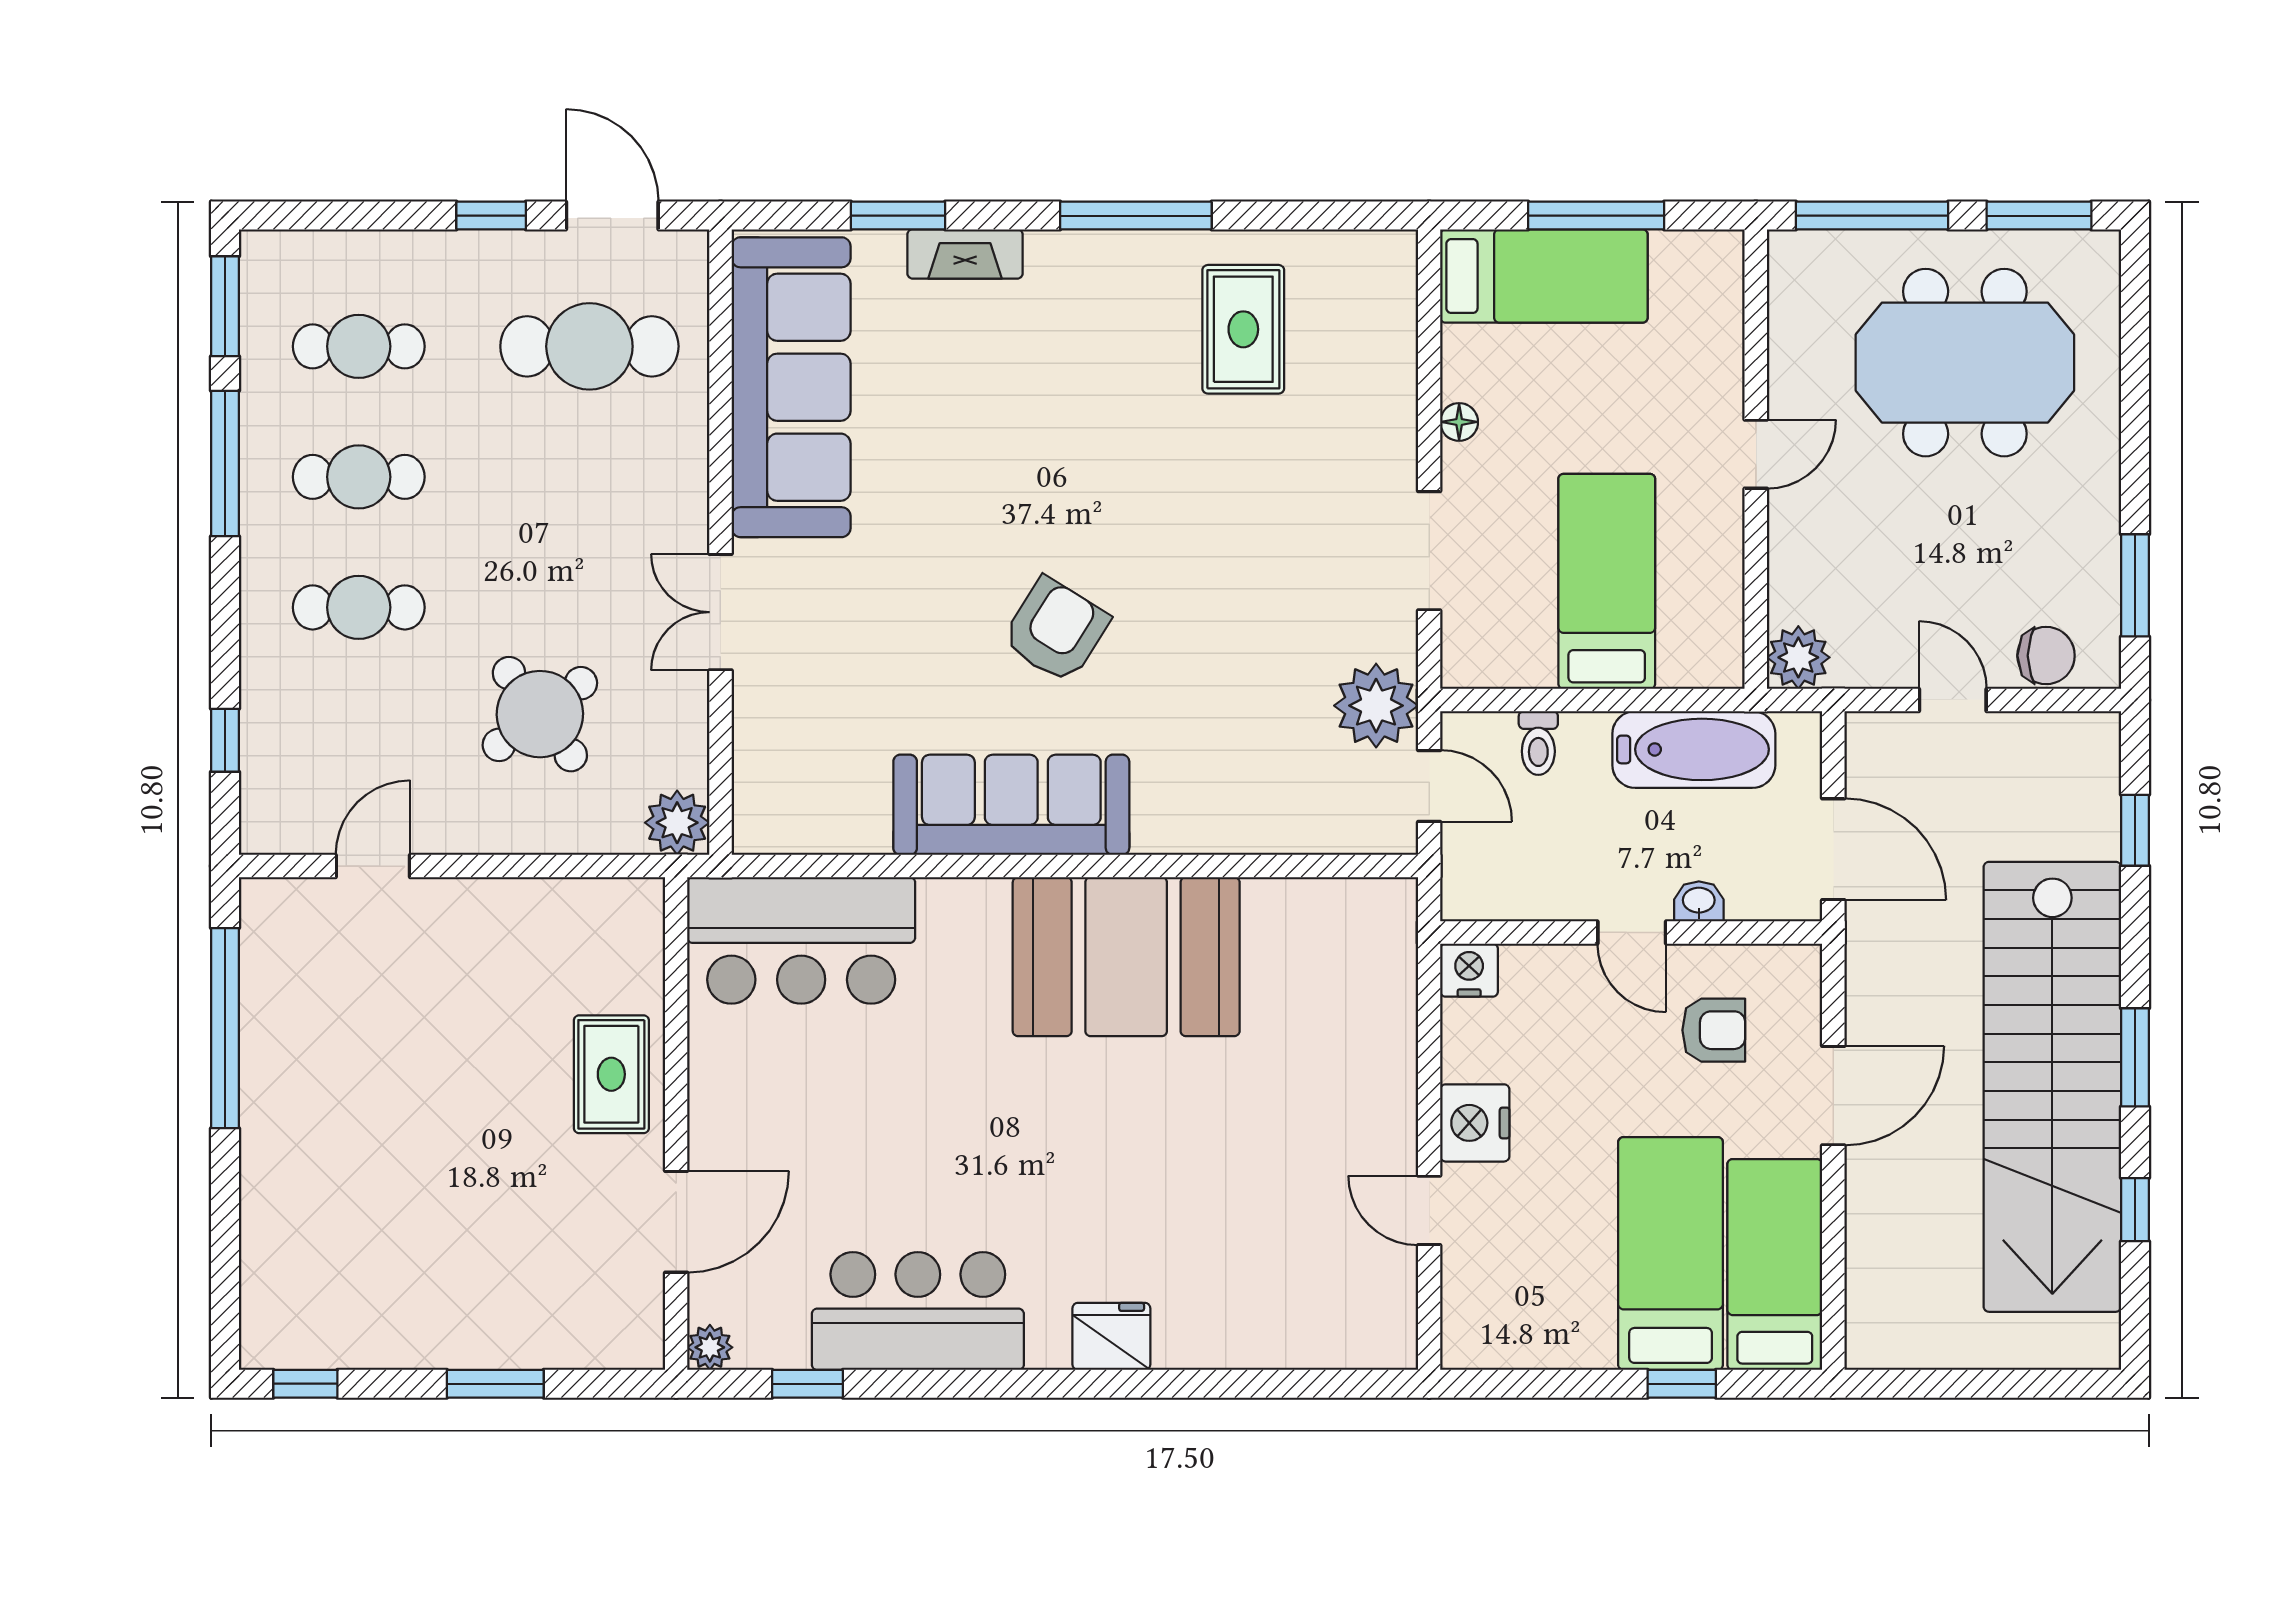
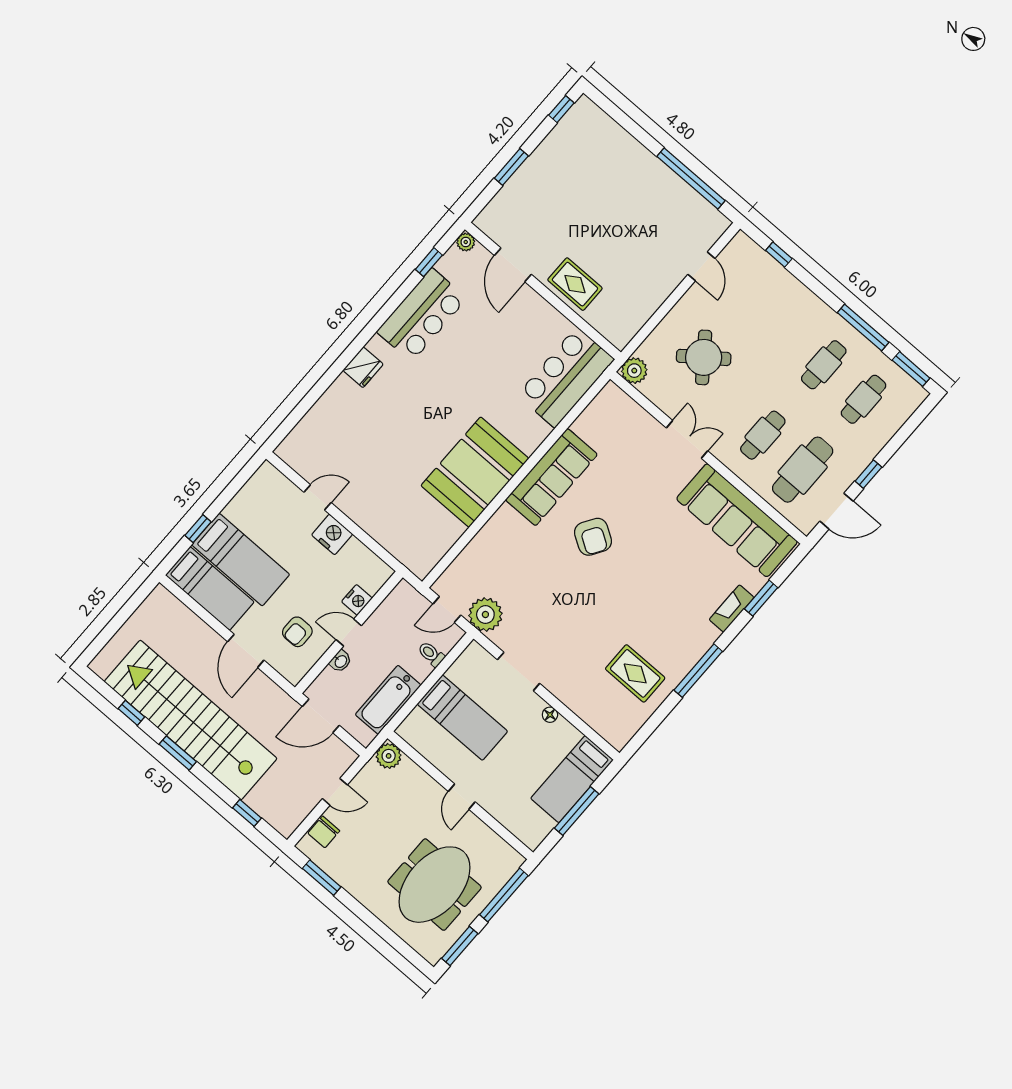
cafe table: (359, 607) -> (763, 435), moved
nightstand: (1469, 970) -> (357, 600), moved

